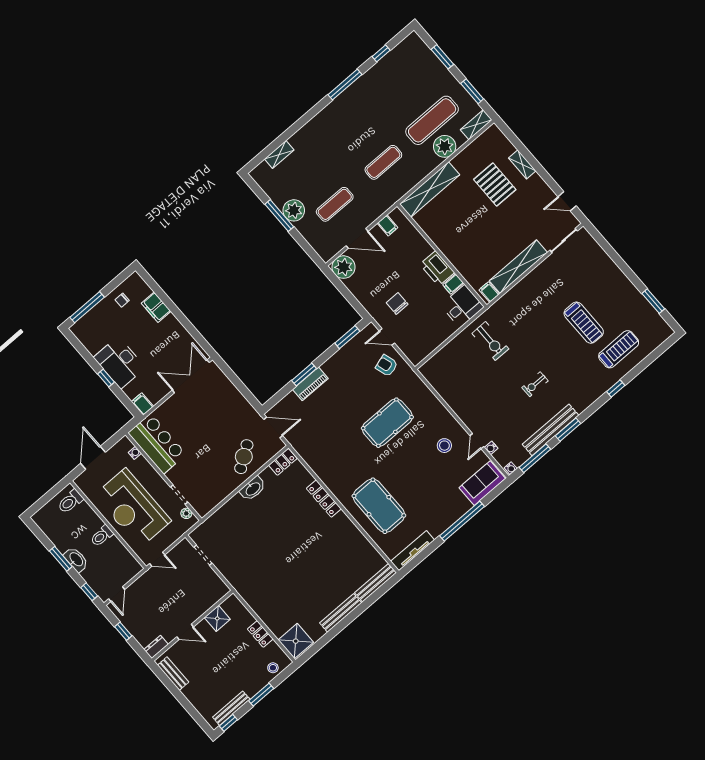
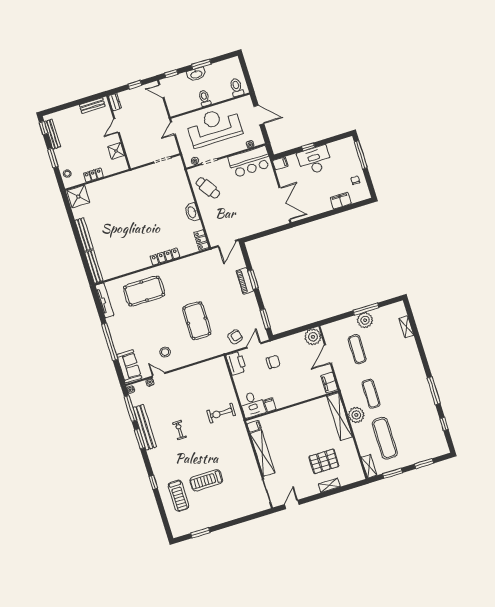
plant: (445, 146) -> (356, 415), moved
filing cabinet: (388, 225) -> (329, 383), width x2.00
printer: (437, 268) -> (236, 363), moved, turned 90
cafe table: (244, 457) -> (208, 188), moved

